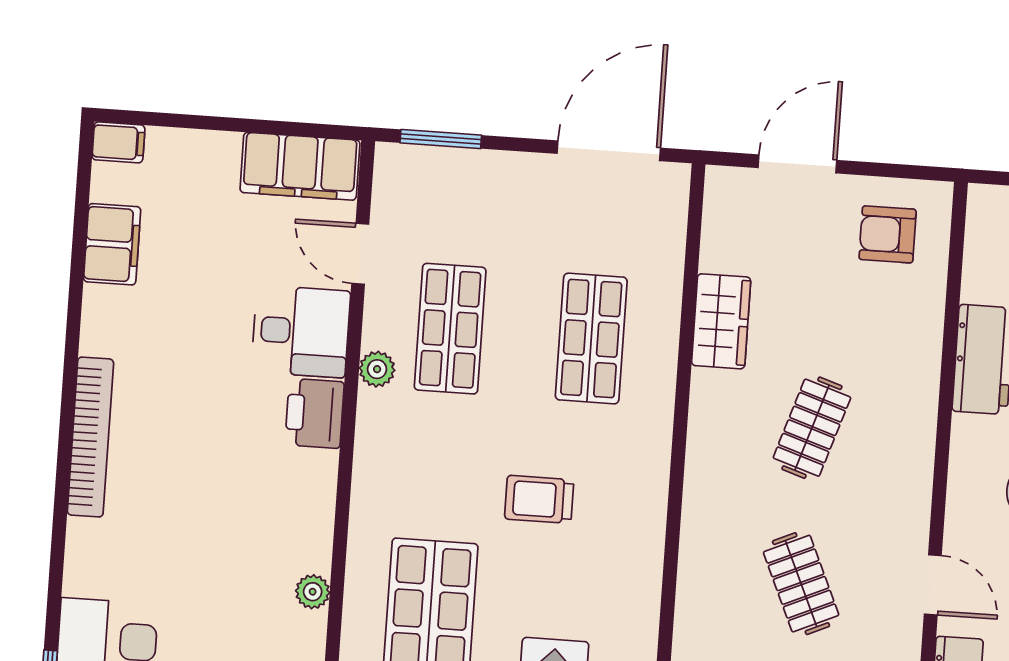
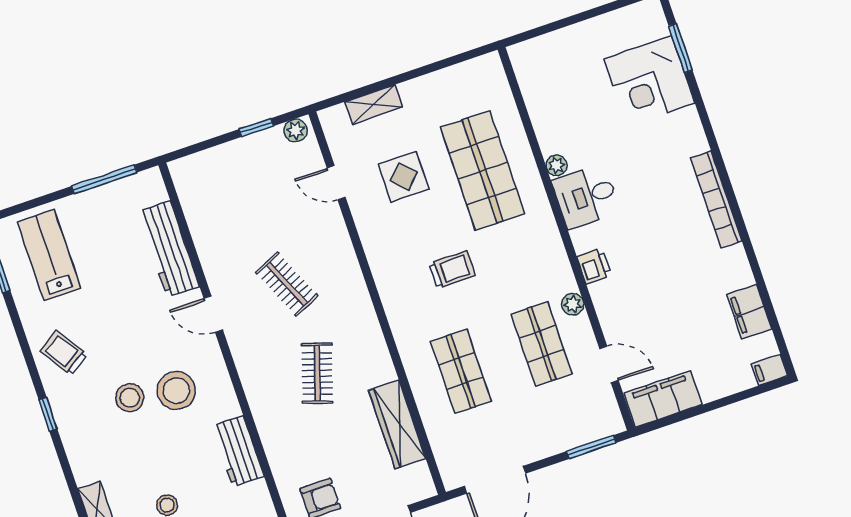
wardrobe: (721, 321) -> (397, 424), width x1.50
desk: (301, 331) -> (586, 196), moved
printer: (315, 413) -> (594, 266), width x0.73, depth x0.81

